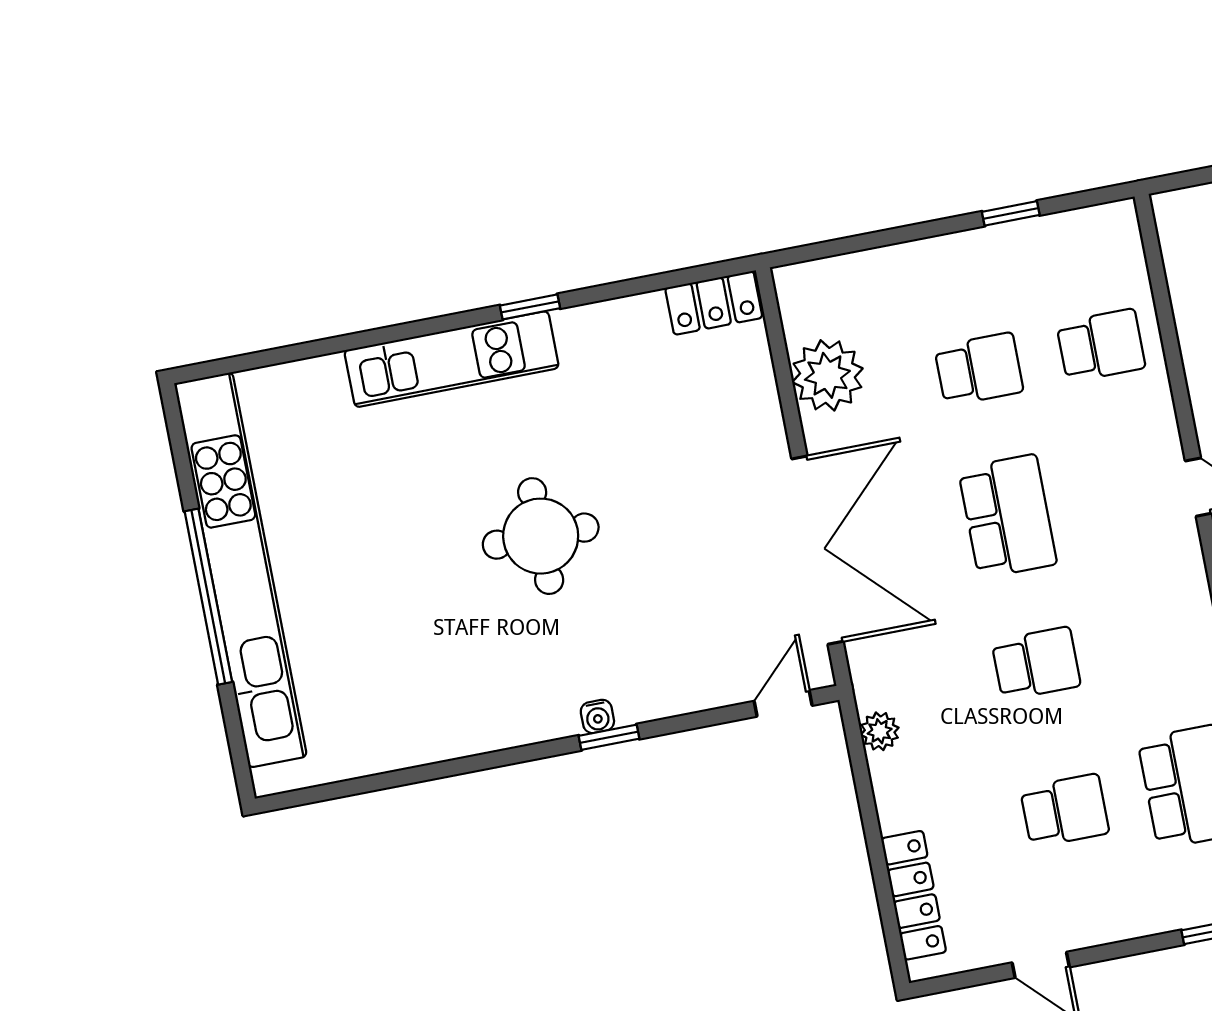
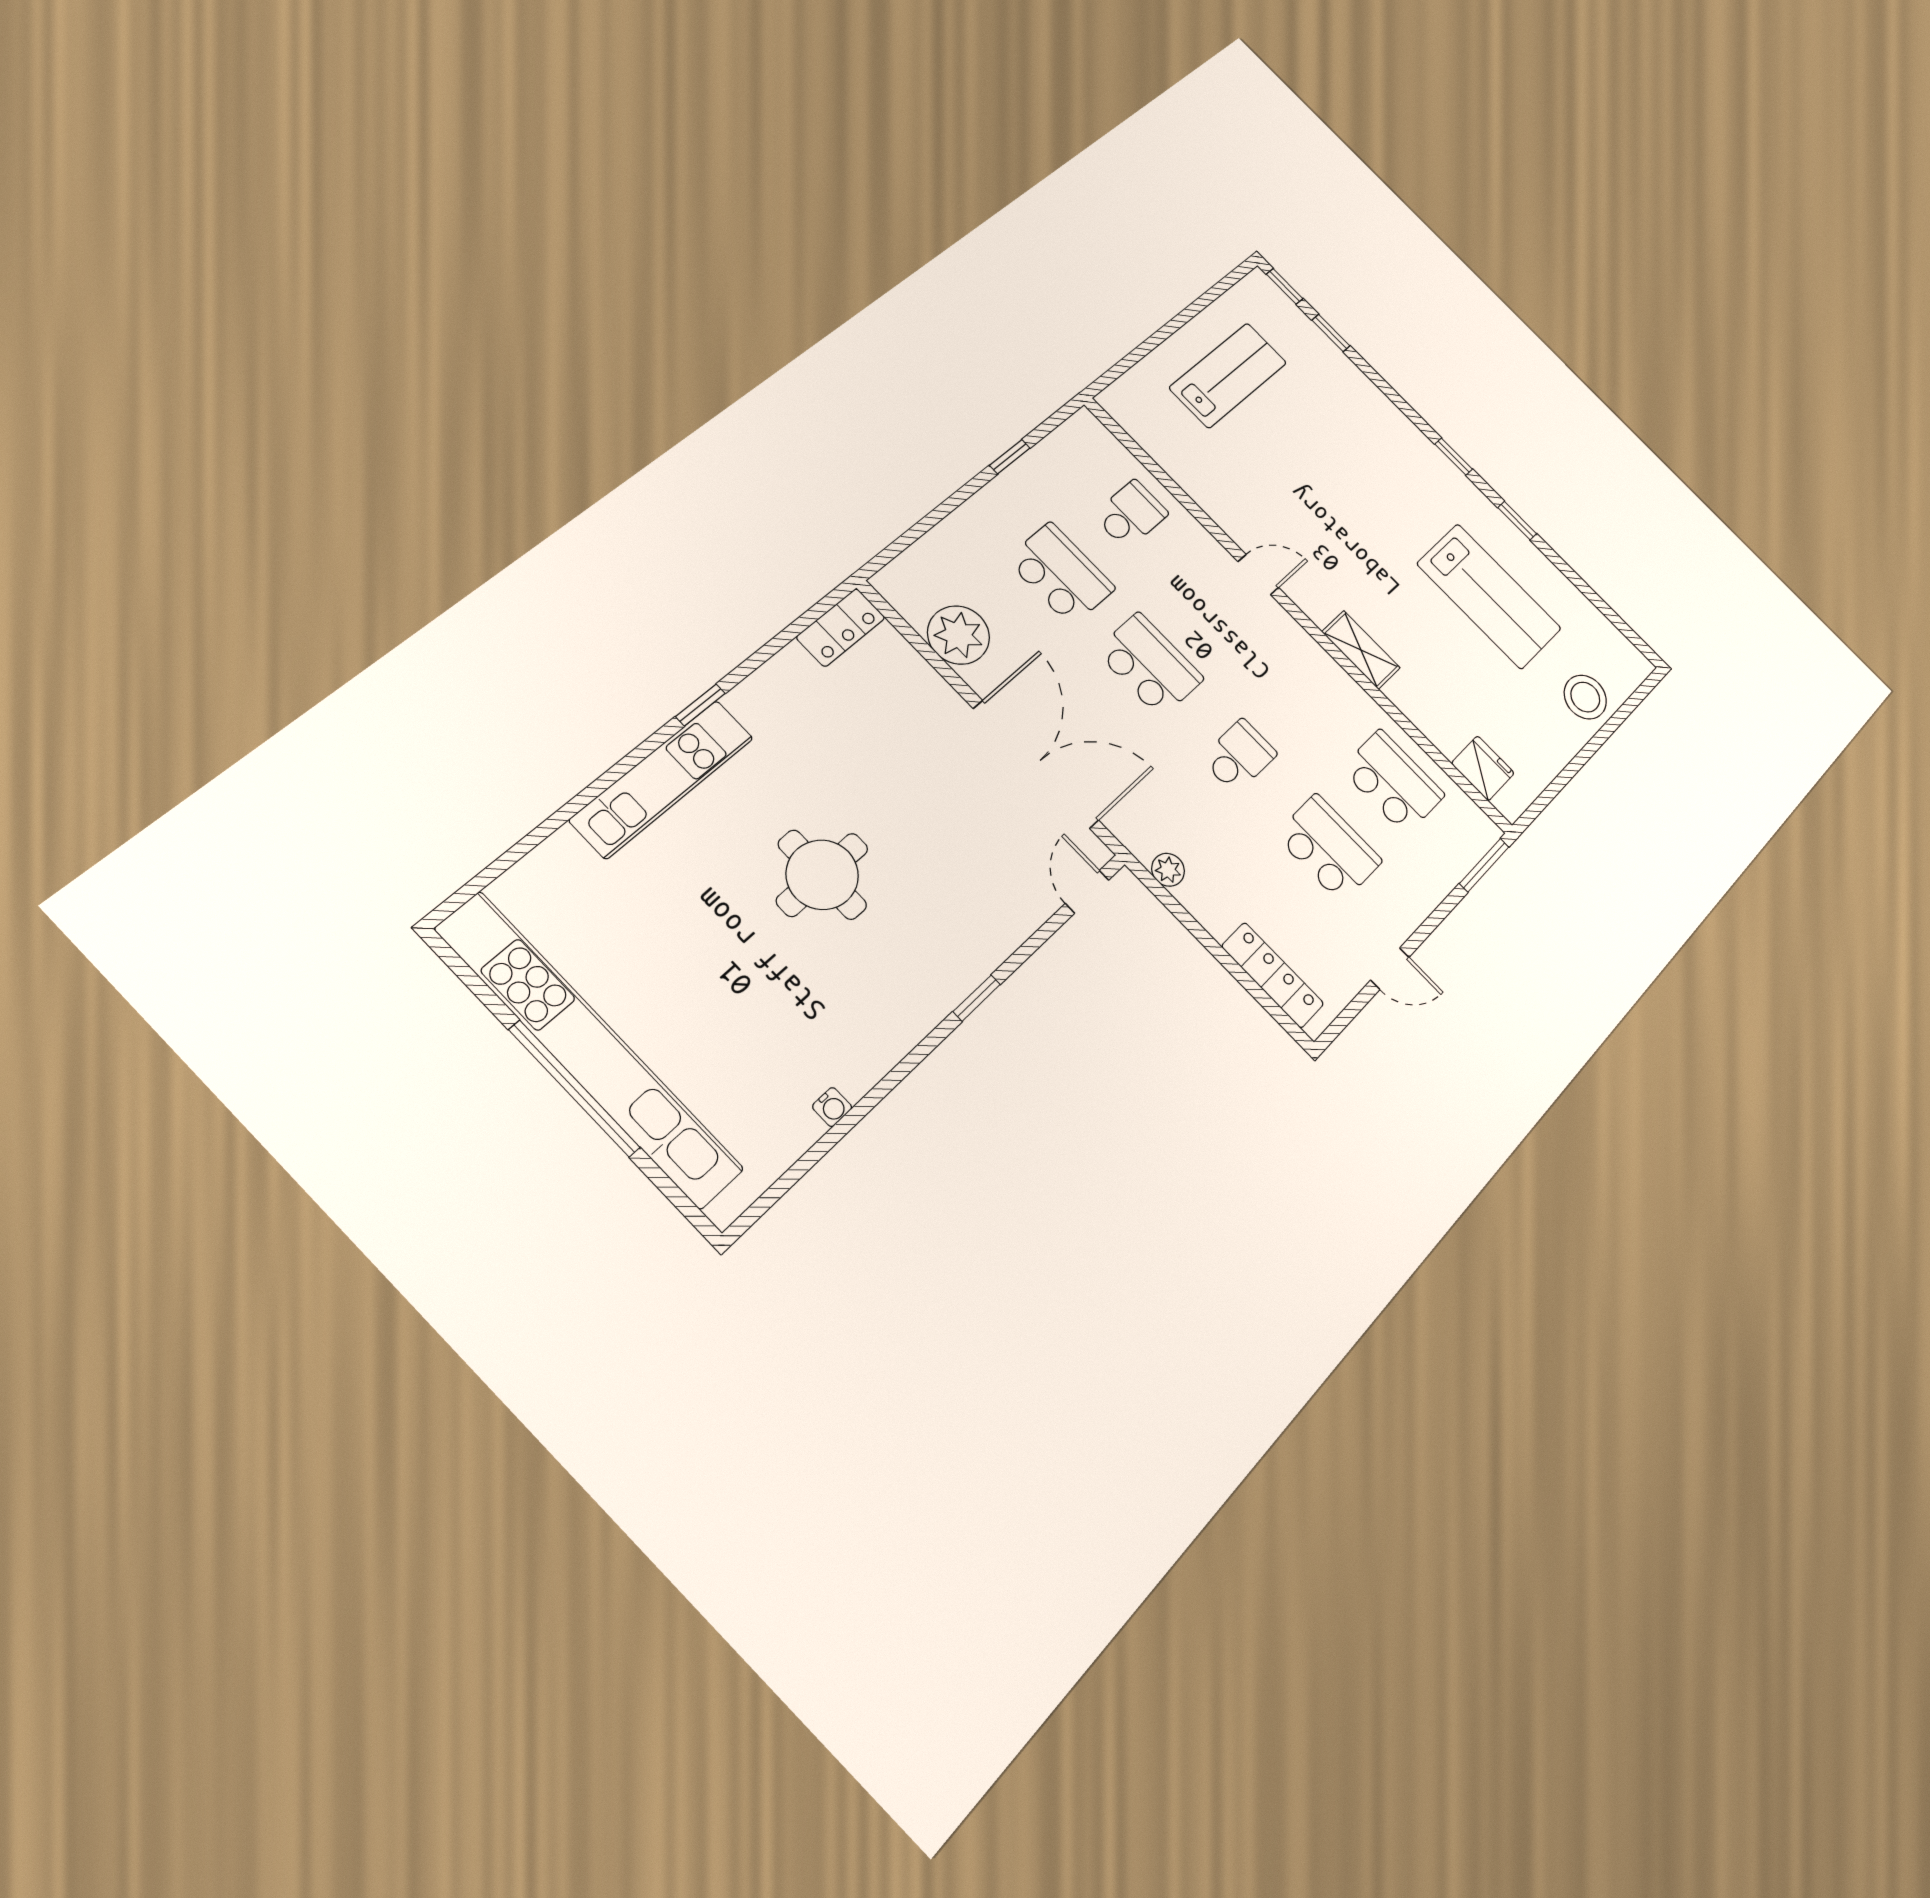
school desk: (979, 369) -> (1061, 574), width x1.85
water cooler: (597, 716) -> (832, 1107), moved
school desk: (1065, 811) -> (1329, 848), width x1.85

